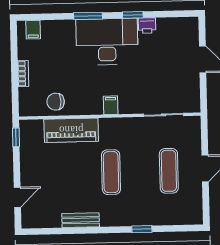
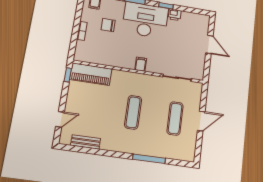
chair: (56, 102) -> (108, 25), moved
piano: (71, 130) -> (91, 74), moved
bench: (81, 220) -> (86, 142), moved
window: (142, 229) -> (149, 159), width x2.17

